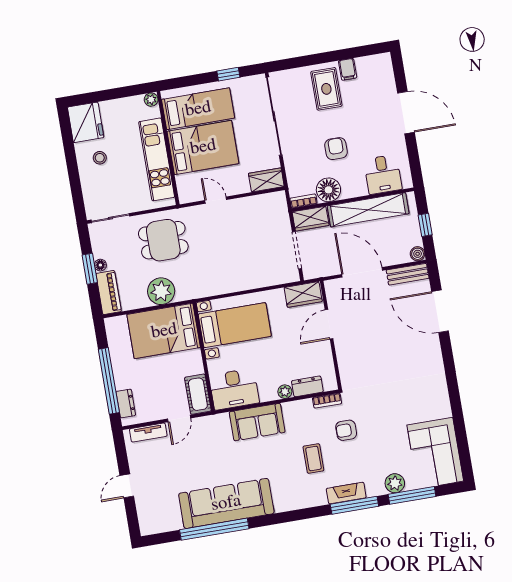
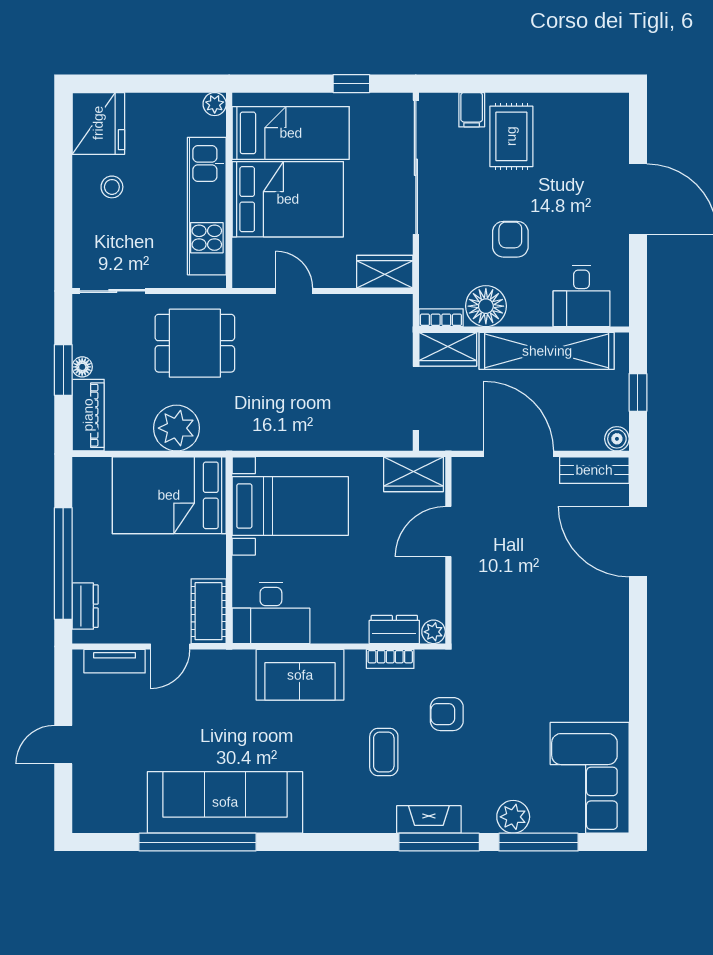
filing cabinet: (348, 69) -> (472, 110), moved
plant: (285, 392) -> (434, 632), moved
bookcase: (327, 401) -> (390, 659), moved

